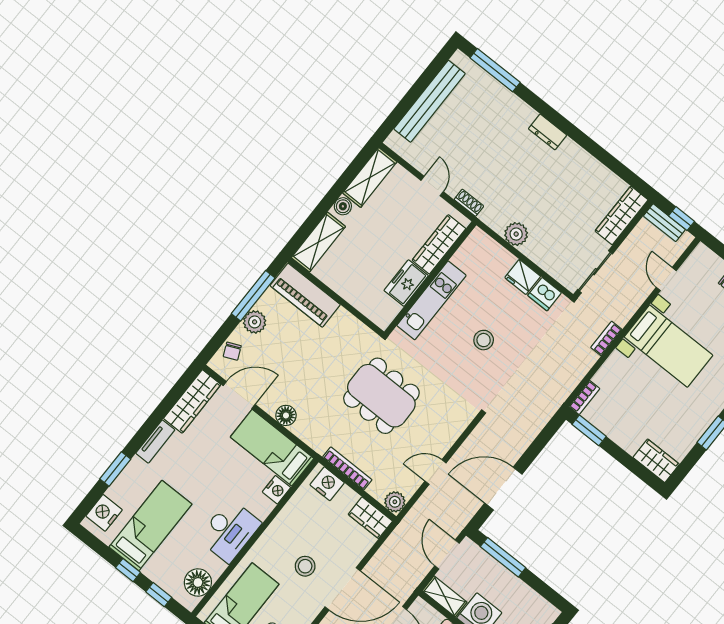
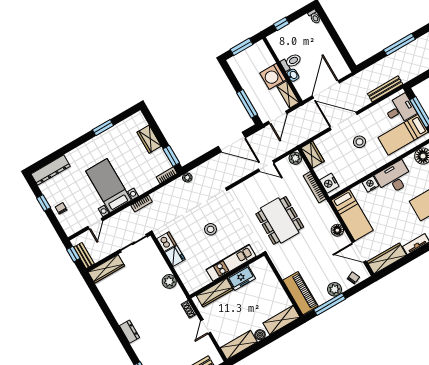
plant: (551, 406) -> (187, 177), added
wardrobe: (656, 461) -> (149, 139), moved
nightstand: (276, 490) -> (370, 184), moved

